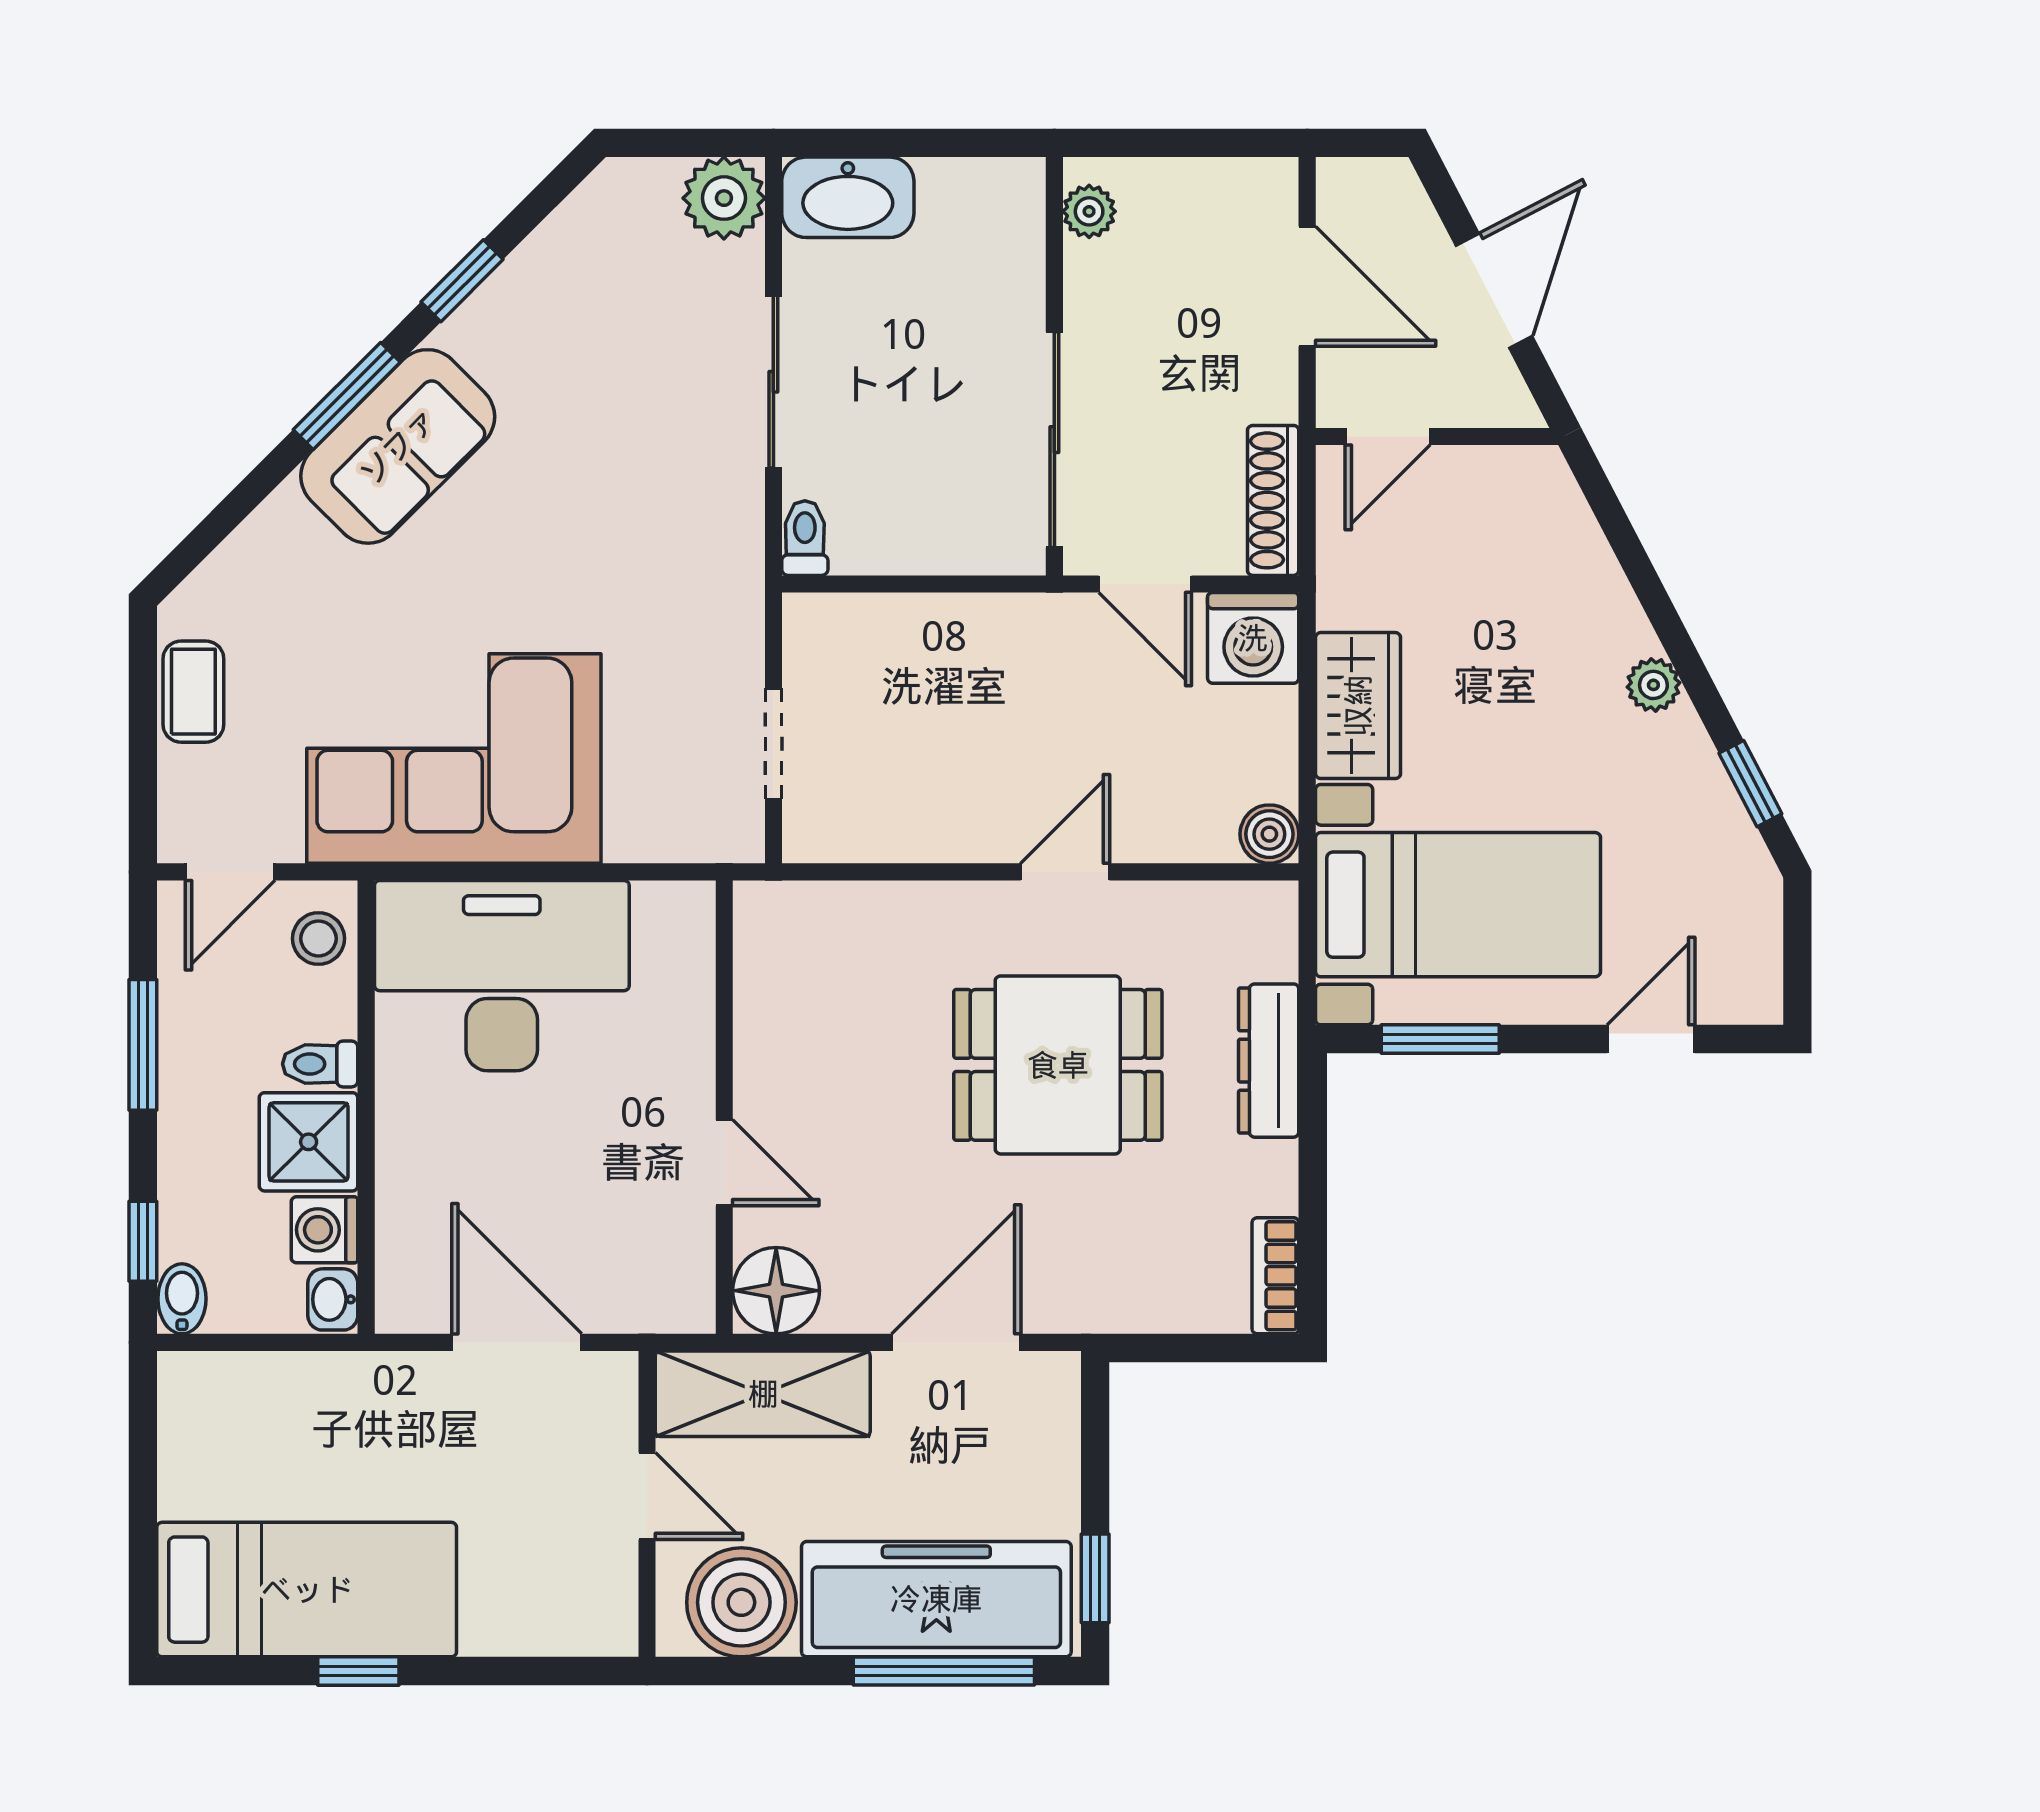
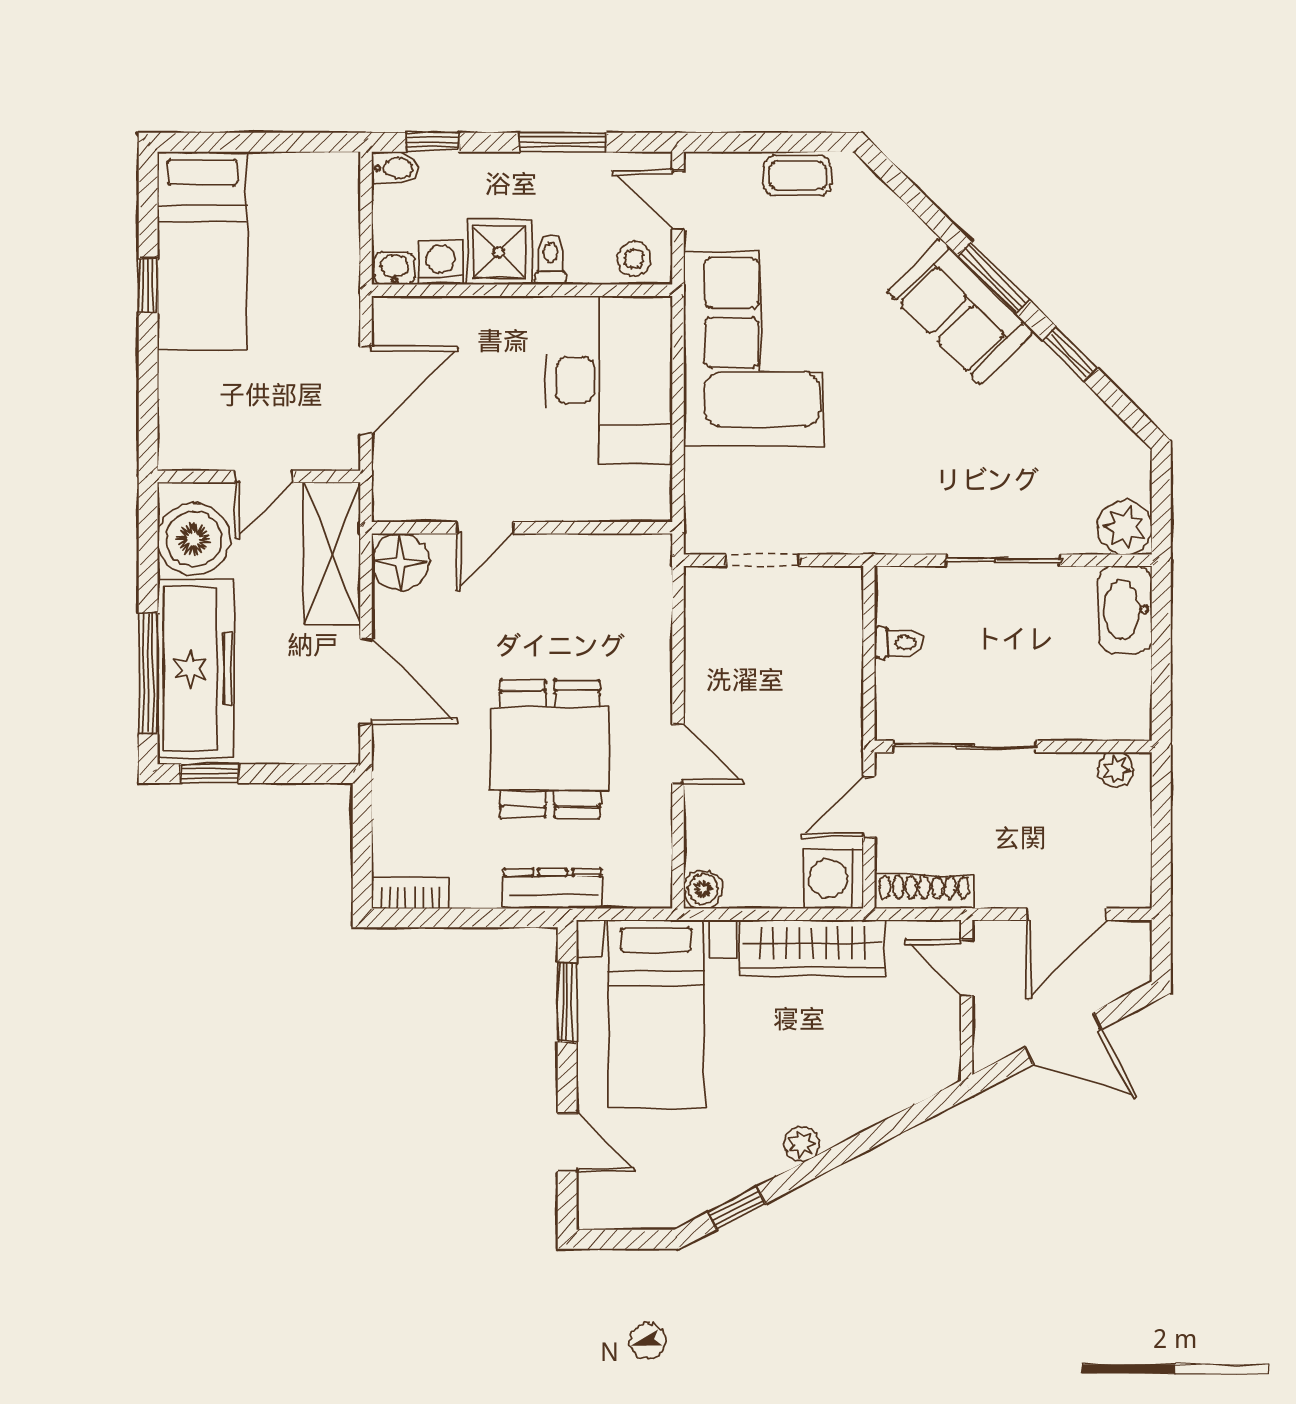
toilet: (805, 538) -> (899, 643), moved
wardrobe: (1358, 706) -> (812, 948), width x1.50

